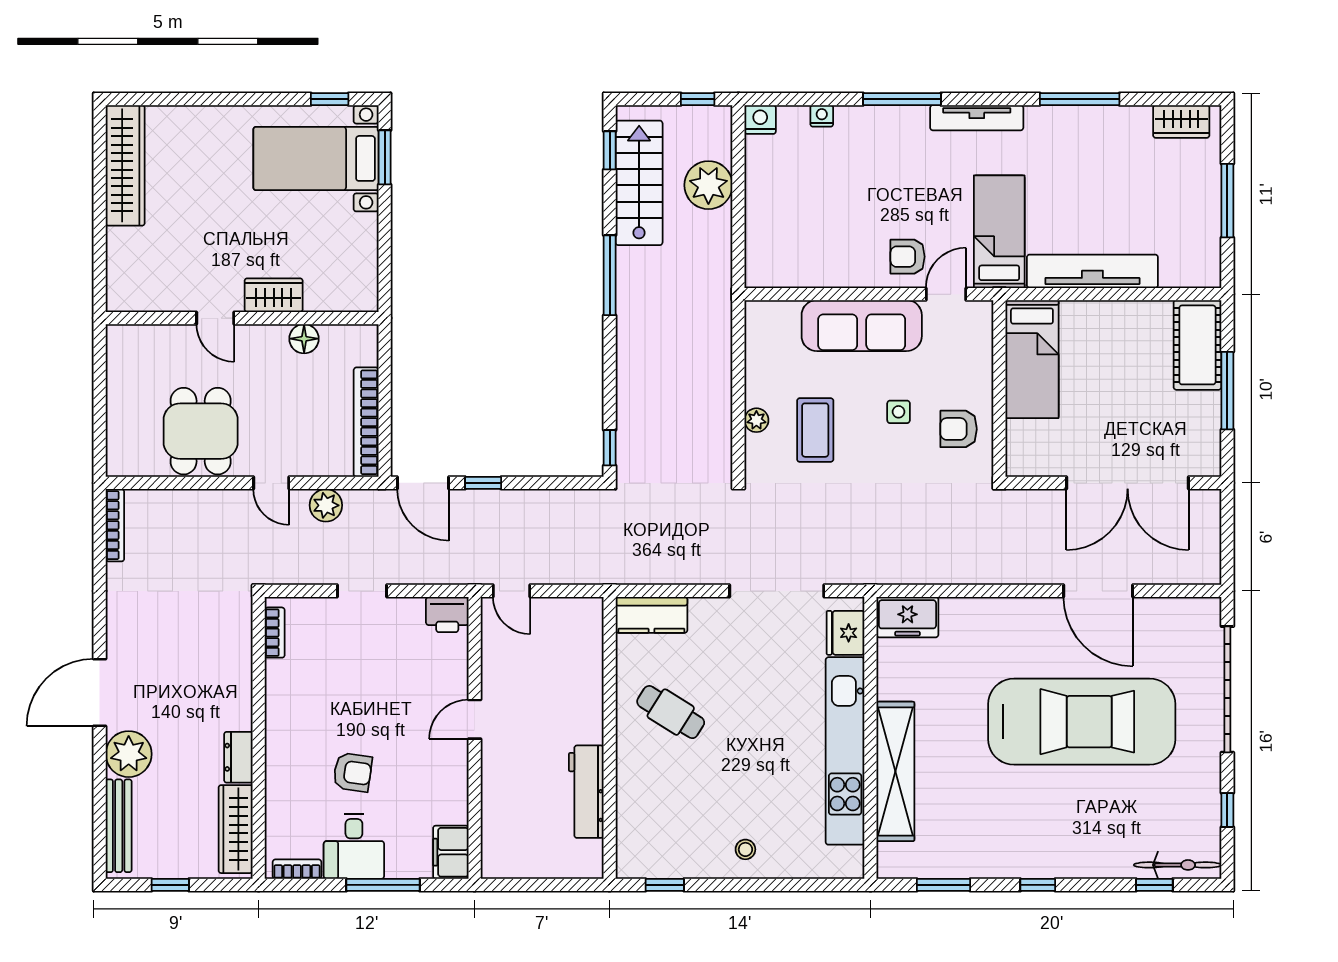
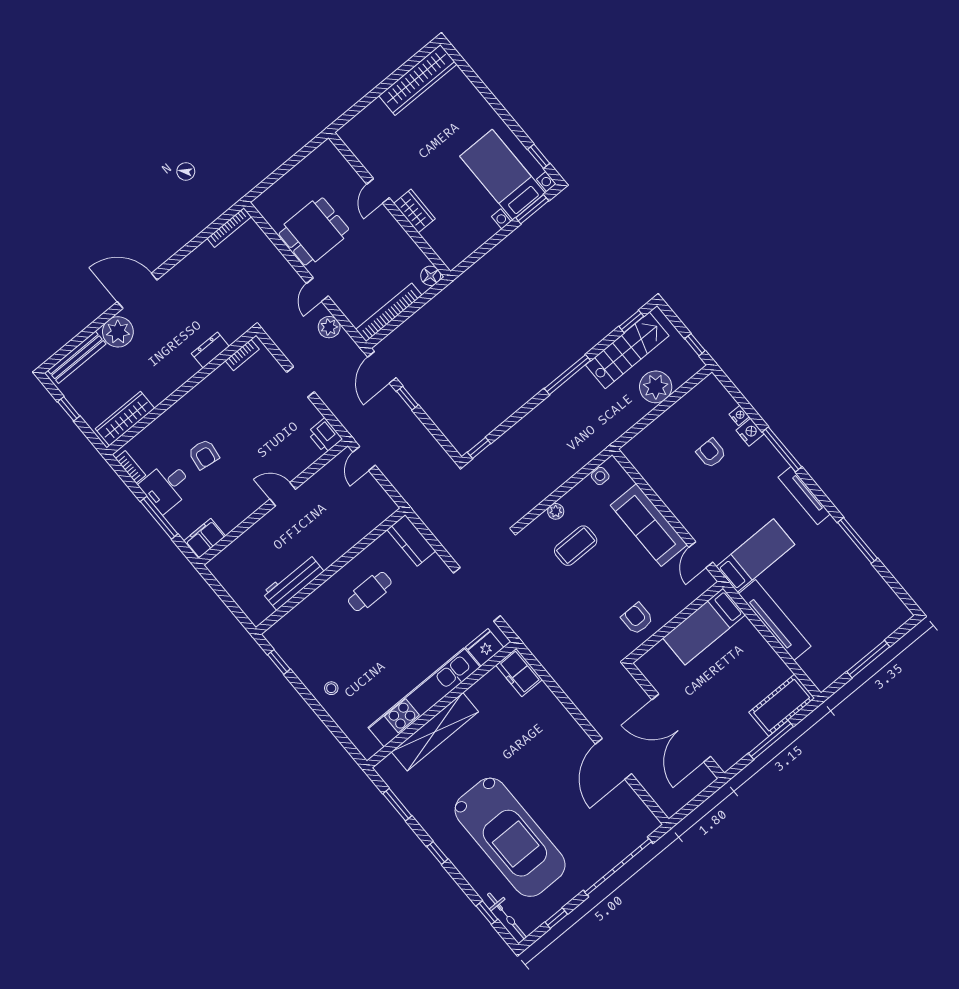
nightstand: (760, 120) -> (750, 432), moved
wardrobe: (1181, 121) -> (889, 602), removed
armchair: (908, 257) -> (711, 453), moved
door: (946, 294) -> (701, 555), swing flipped
floor lamp: (304, 339) -> (431, 276), moved
side table: (899, 412) -> (600, 476), moved
cafe table: (671, 712) -> (370, 592), turned 58
car: (1082, 722) -> (510, 837), moved
dresser: (238, 757) -> (210, 350), moved

